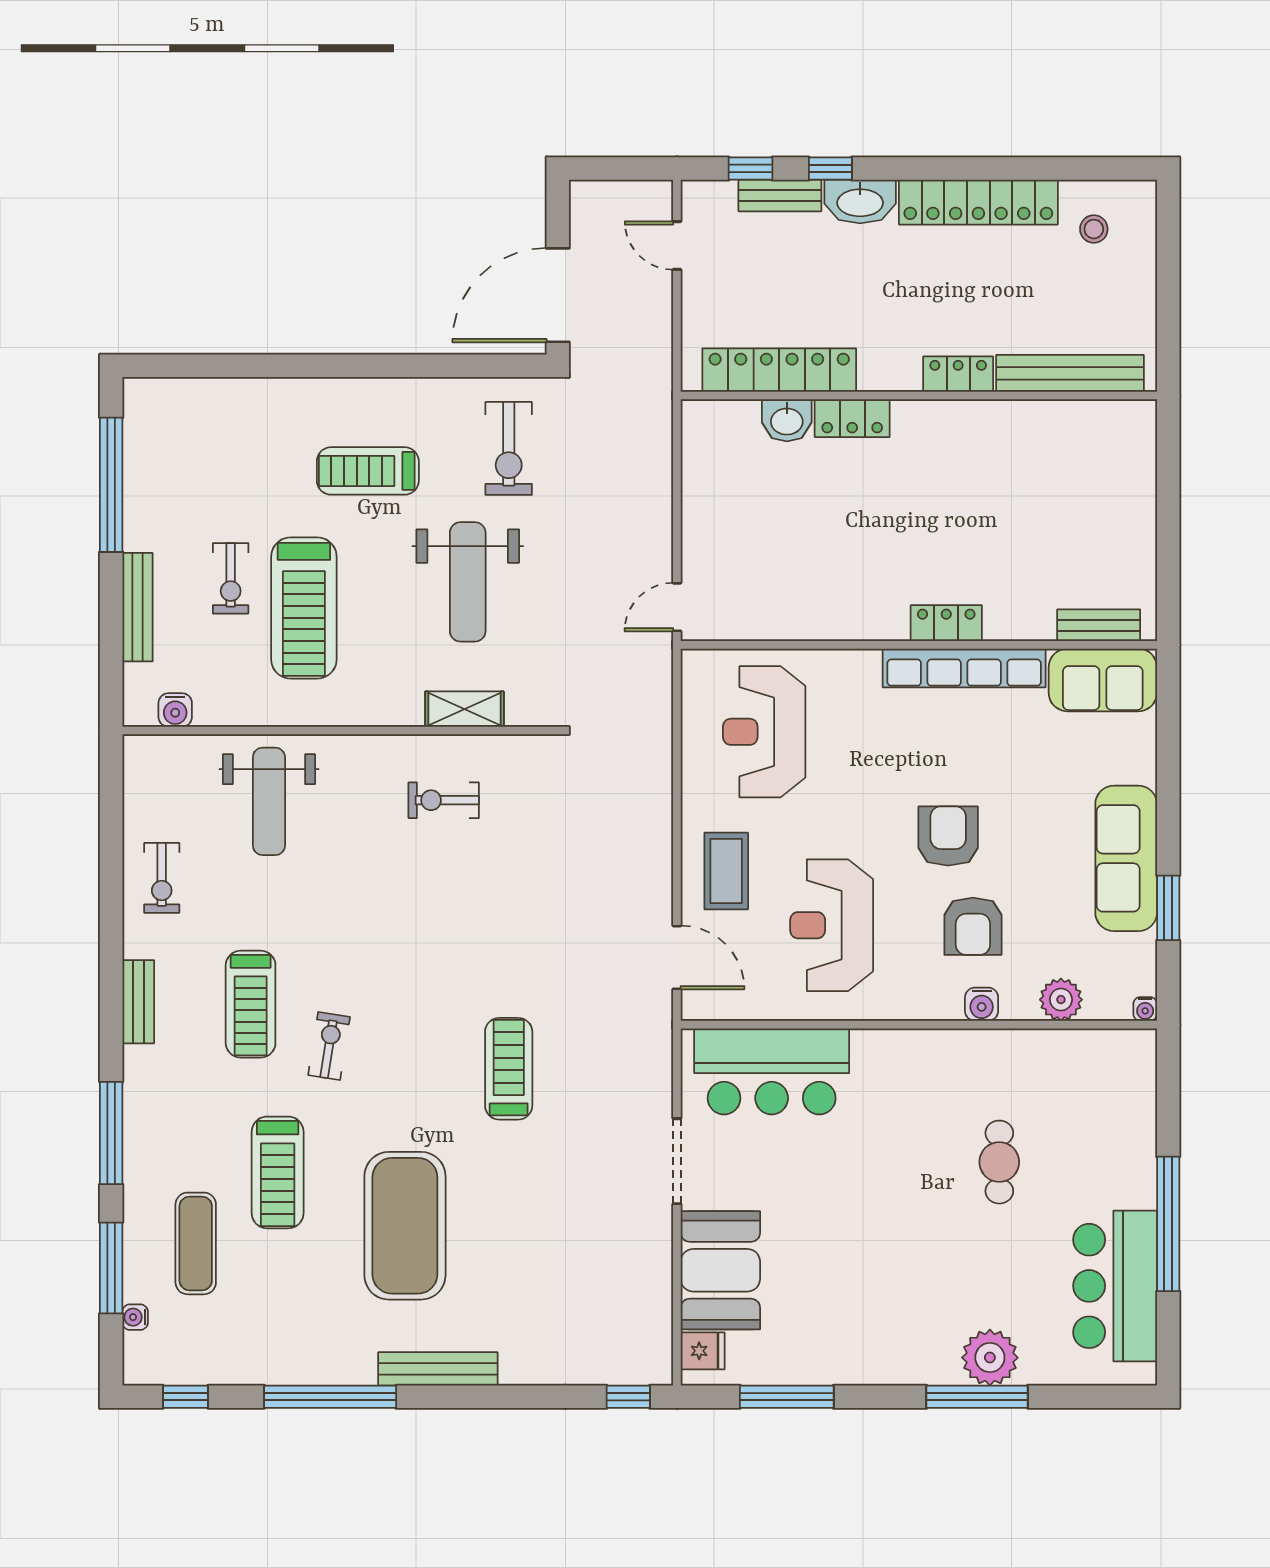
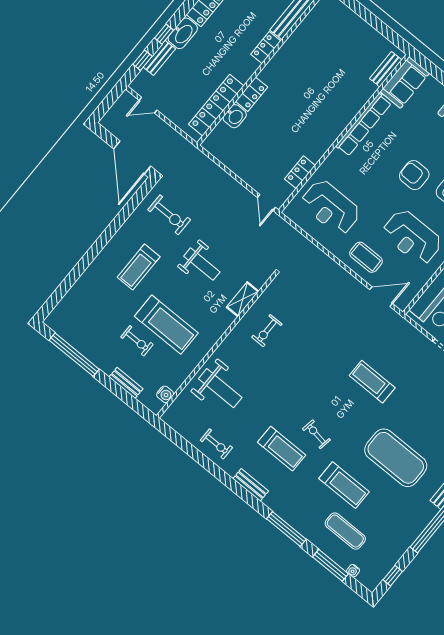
weight bench: (468, 582) -> (202, 264), width x0.73, depth x0.75
bench: (137, 607) -> (126, 383), width x0.73
locker: (946, 623) -> (300, 172), moved

